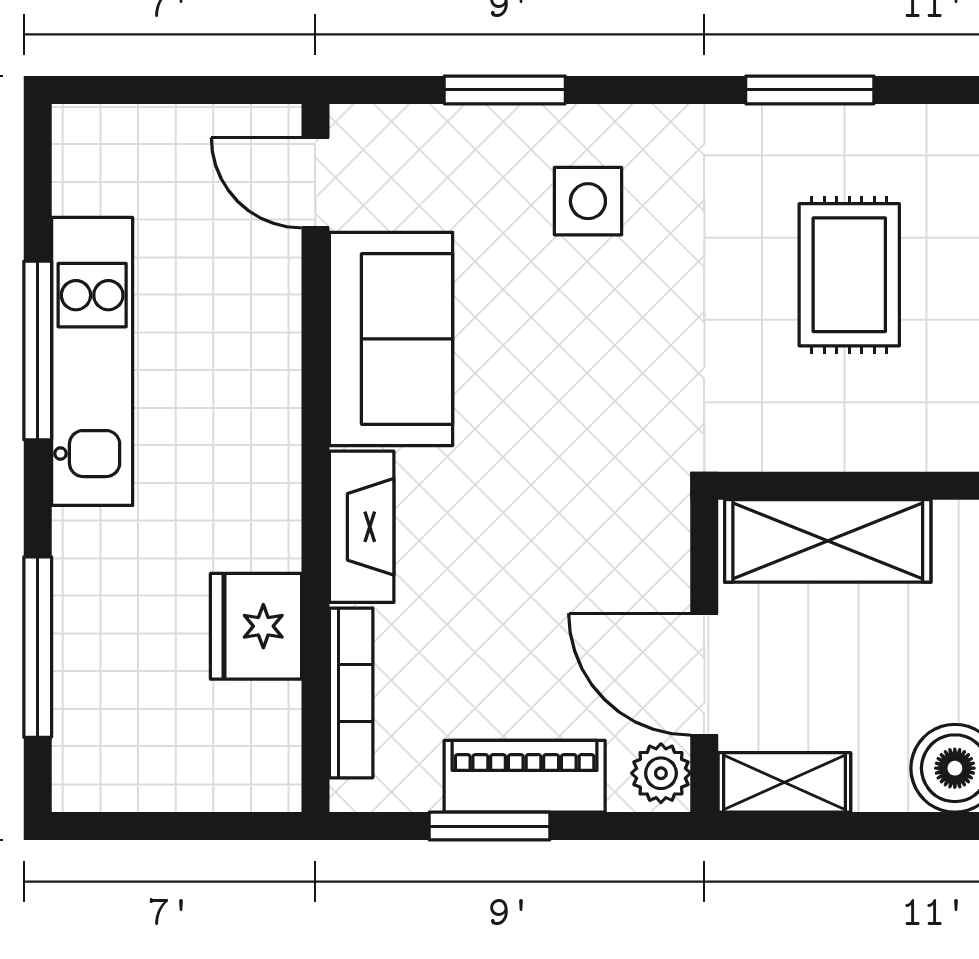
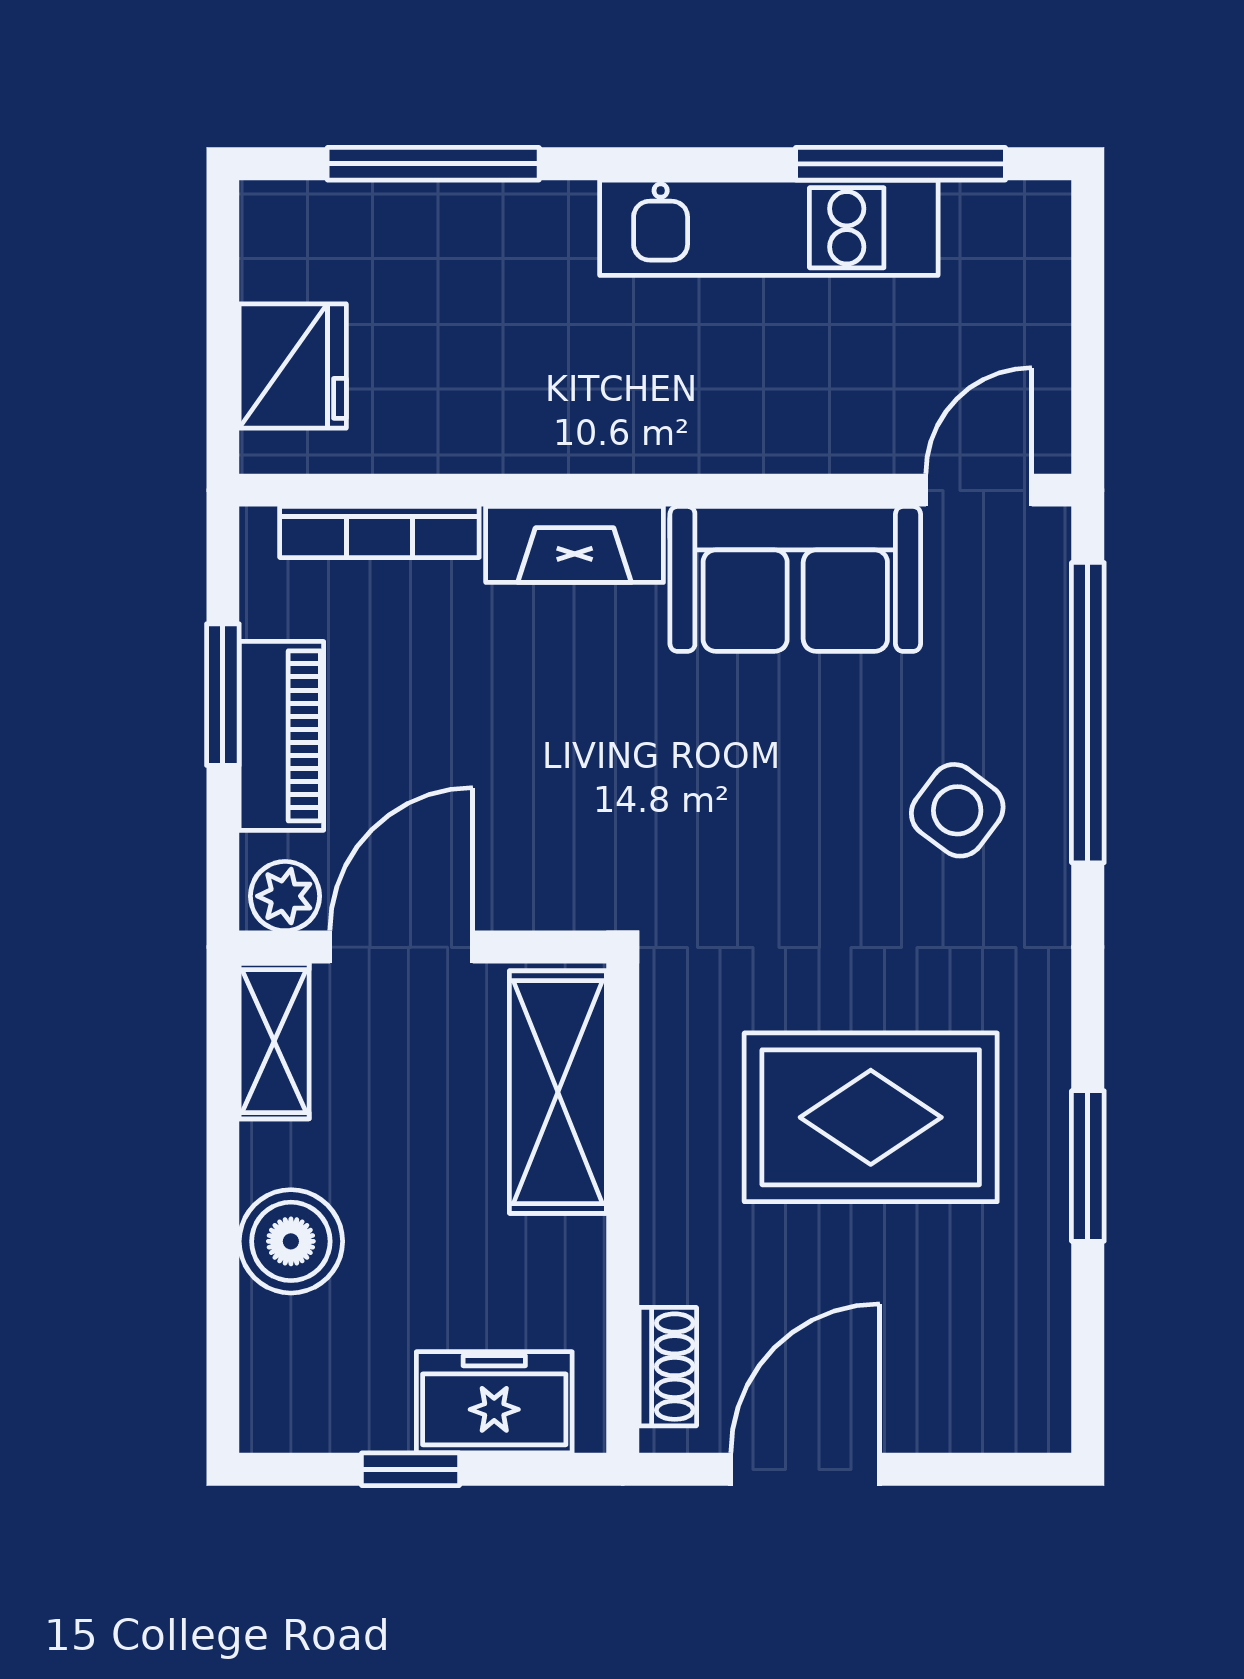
window: (505, 90) -> (1088, 713), width x2.11
window: (810, 90) -> (1088, 1166), moved
side table: (588, 201) -> (957, 810), turned 37
rug: (849, 275) -> (871, 1117), width x1.36, depth x1.43
window: (38, 351) -> (901, 164), moved
fridge: (256, 626) -> (293, 366), moved, turned 90

